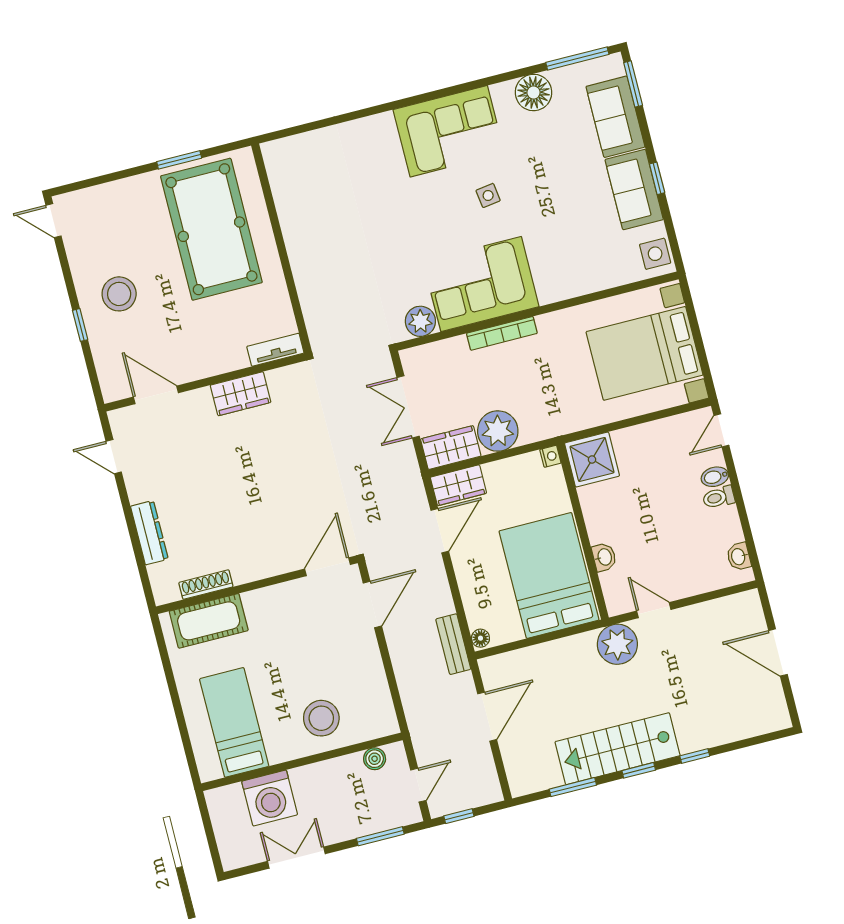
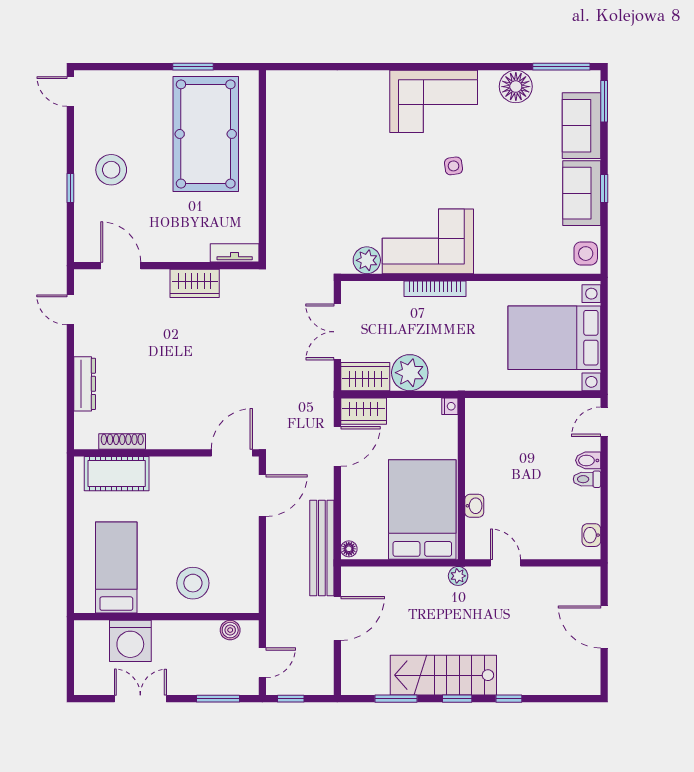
shower: (592, 460) -> (485, 418), removed
bench: (453, 644) -> (322, 548), width x1.86, depth x1.21
plant: (617, 644) -> (458, 576), width x0.53, depth x0.53

